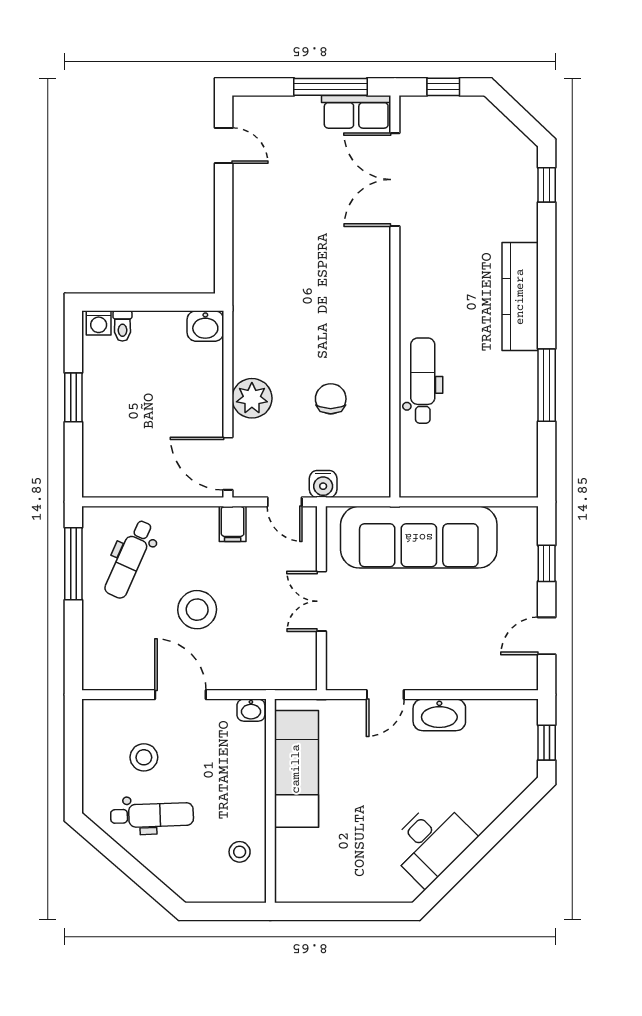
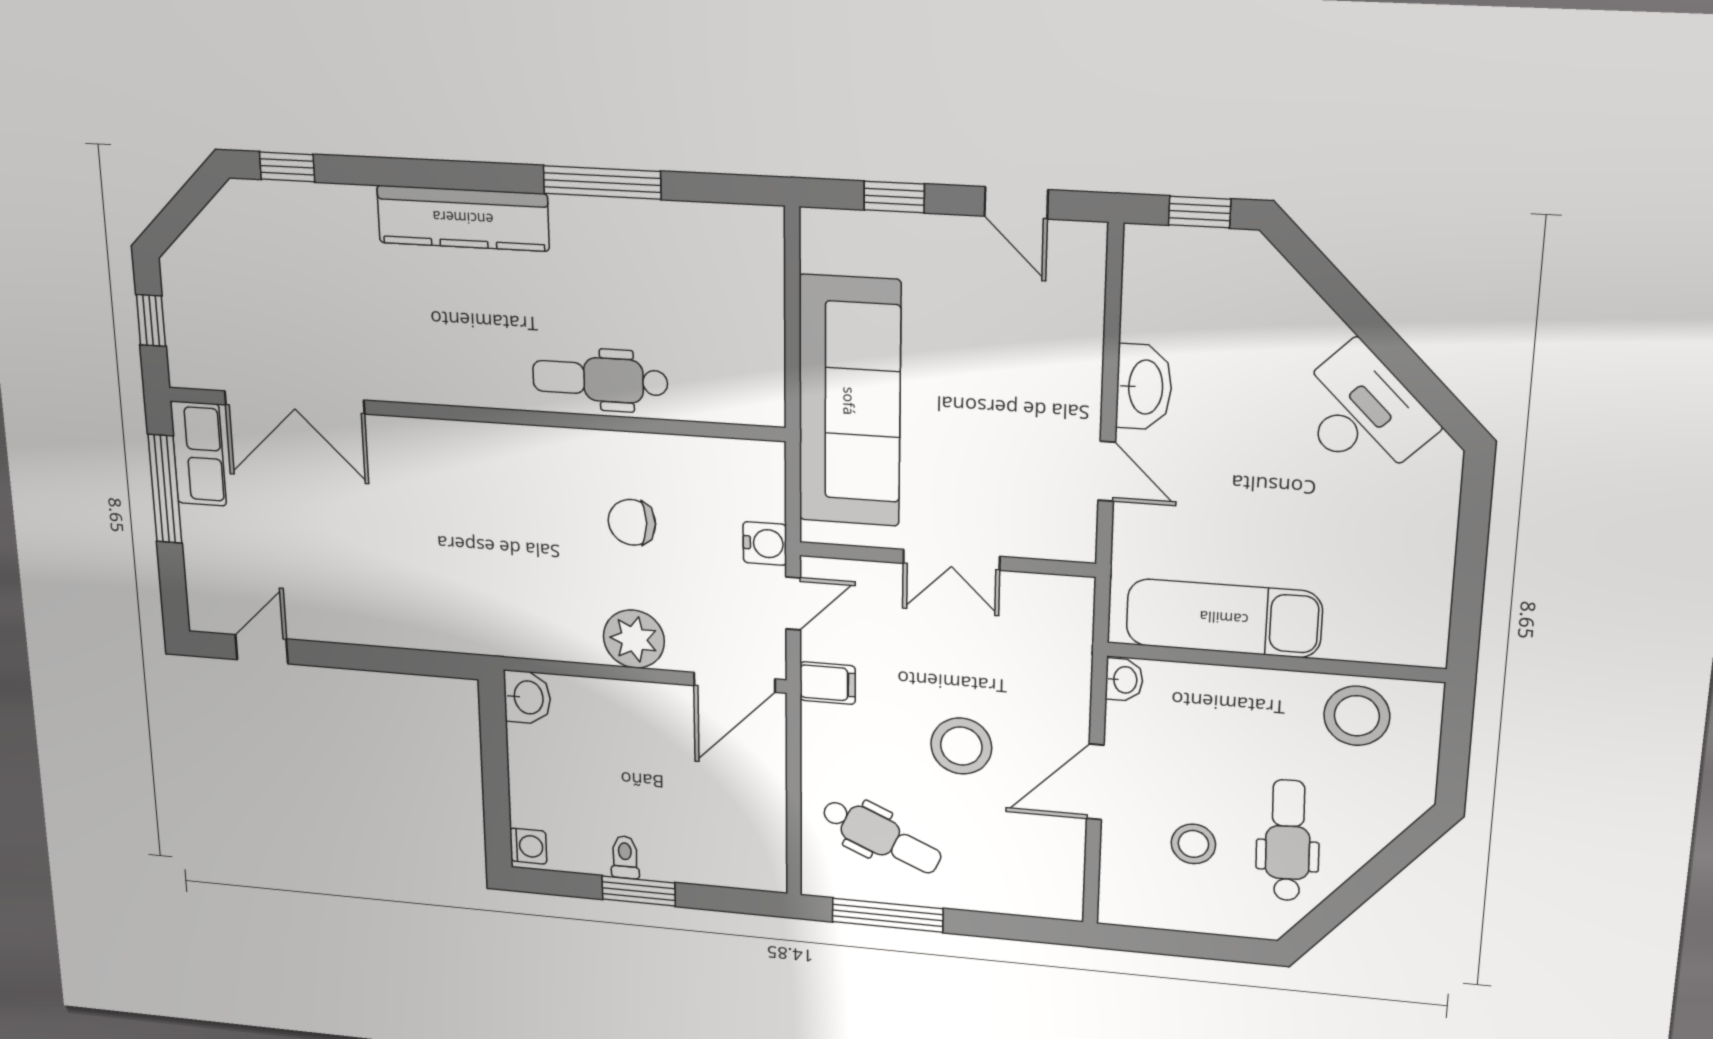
toilet: (122, 326) -> (625, 857), moved, turned -90
stool: (240, 852) -> (1357, 716), width x1.89, depth x1.89

